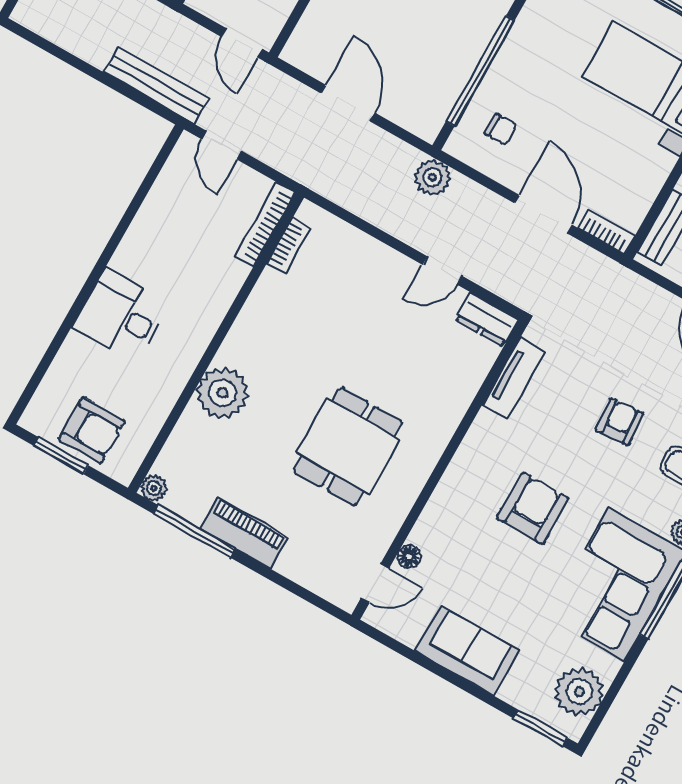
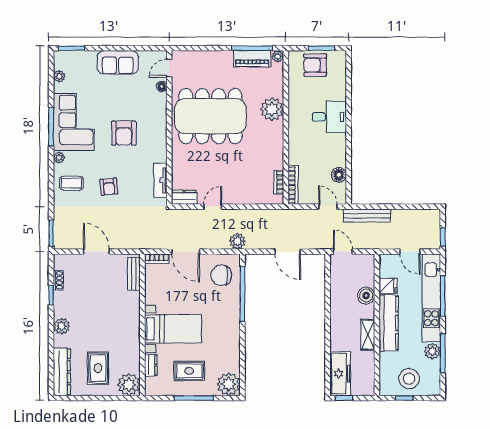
chair: (501, 130) -> (221, 275), width x1.87, depth x1.87
floor lamp: (166, 194) -> (339, 175), added
dining table: (348, 446) -> (210, 116), width x1.88, depth x1.24
piano: (244, 533) -> (252, 59), moved
plant: (579, 692) -> (59, 76), width x0.53, depth x0.53

